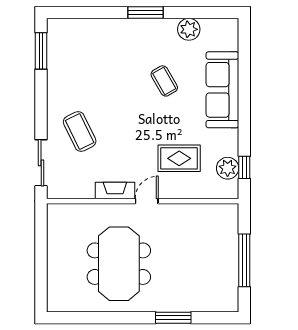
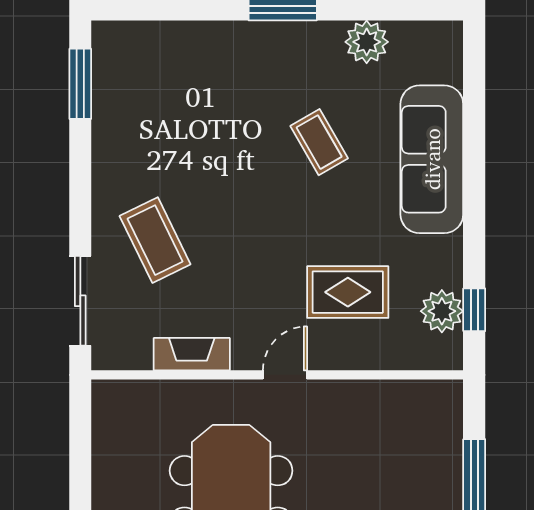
fireplace: (115, 190) -> (192, 354), moved

